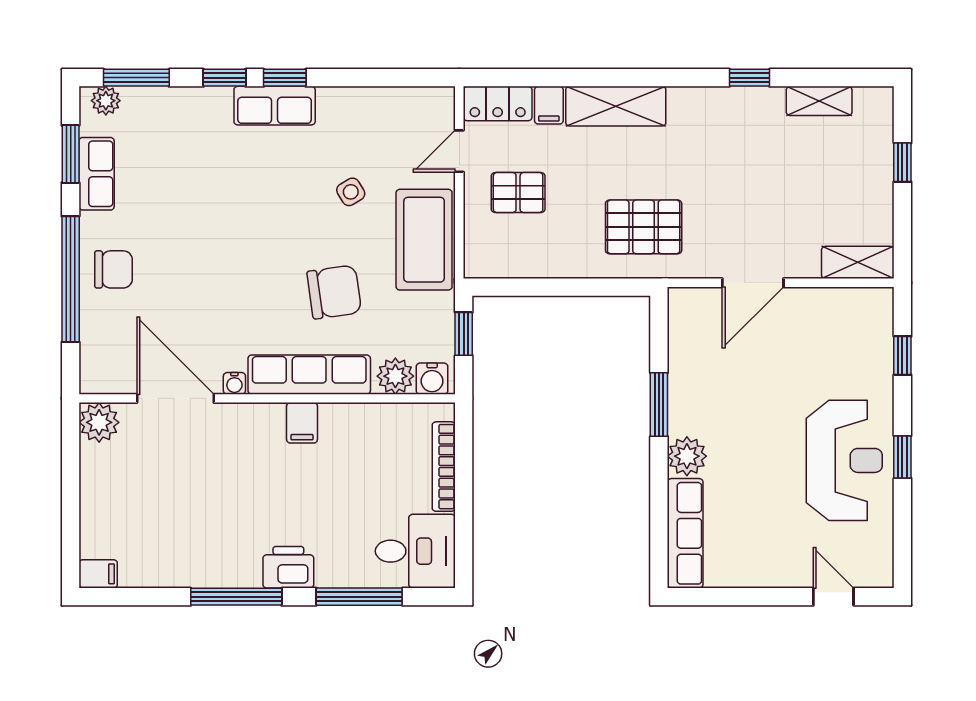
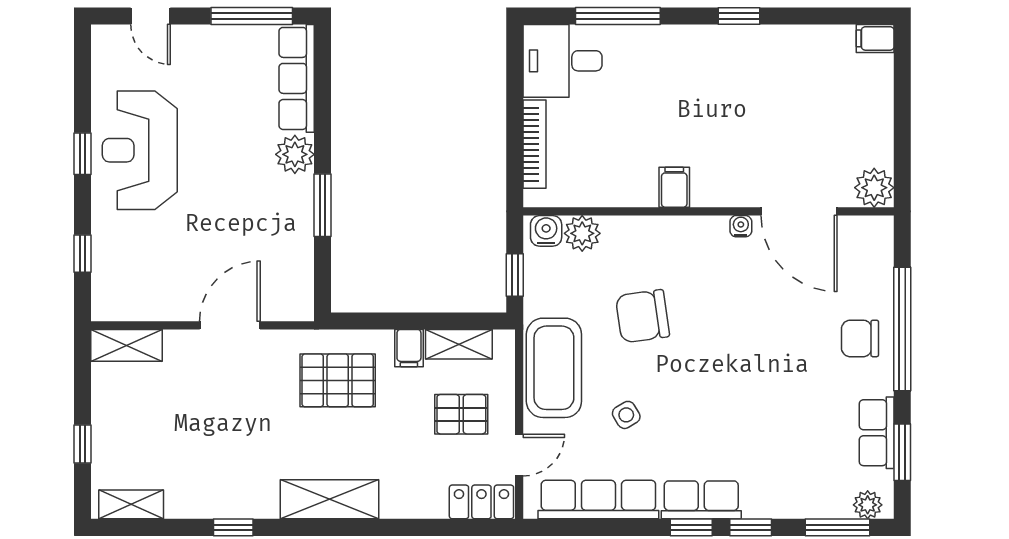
shelving: (819, 101) -> (131, 504), moved
filing cabinet: (549, 105) -> (409, 348), moved, turned 180
shelving: (616, 106) -> (329, 499), moved
shelving: (521, 264) -> (459, 344), added
row of seats: (309, 375) -> (598, 500), moved, turned 180
printer: (288, 567) -> (688, 45), removed
window: (236, 597) -> (739, 16), width x0.46
window: (731, 597) -> (252, 16), added

